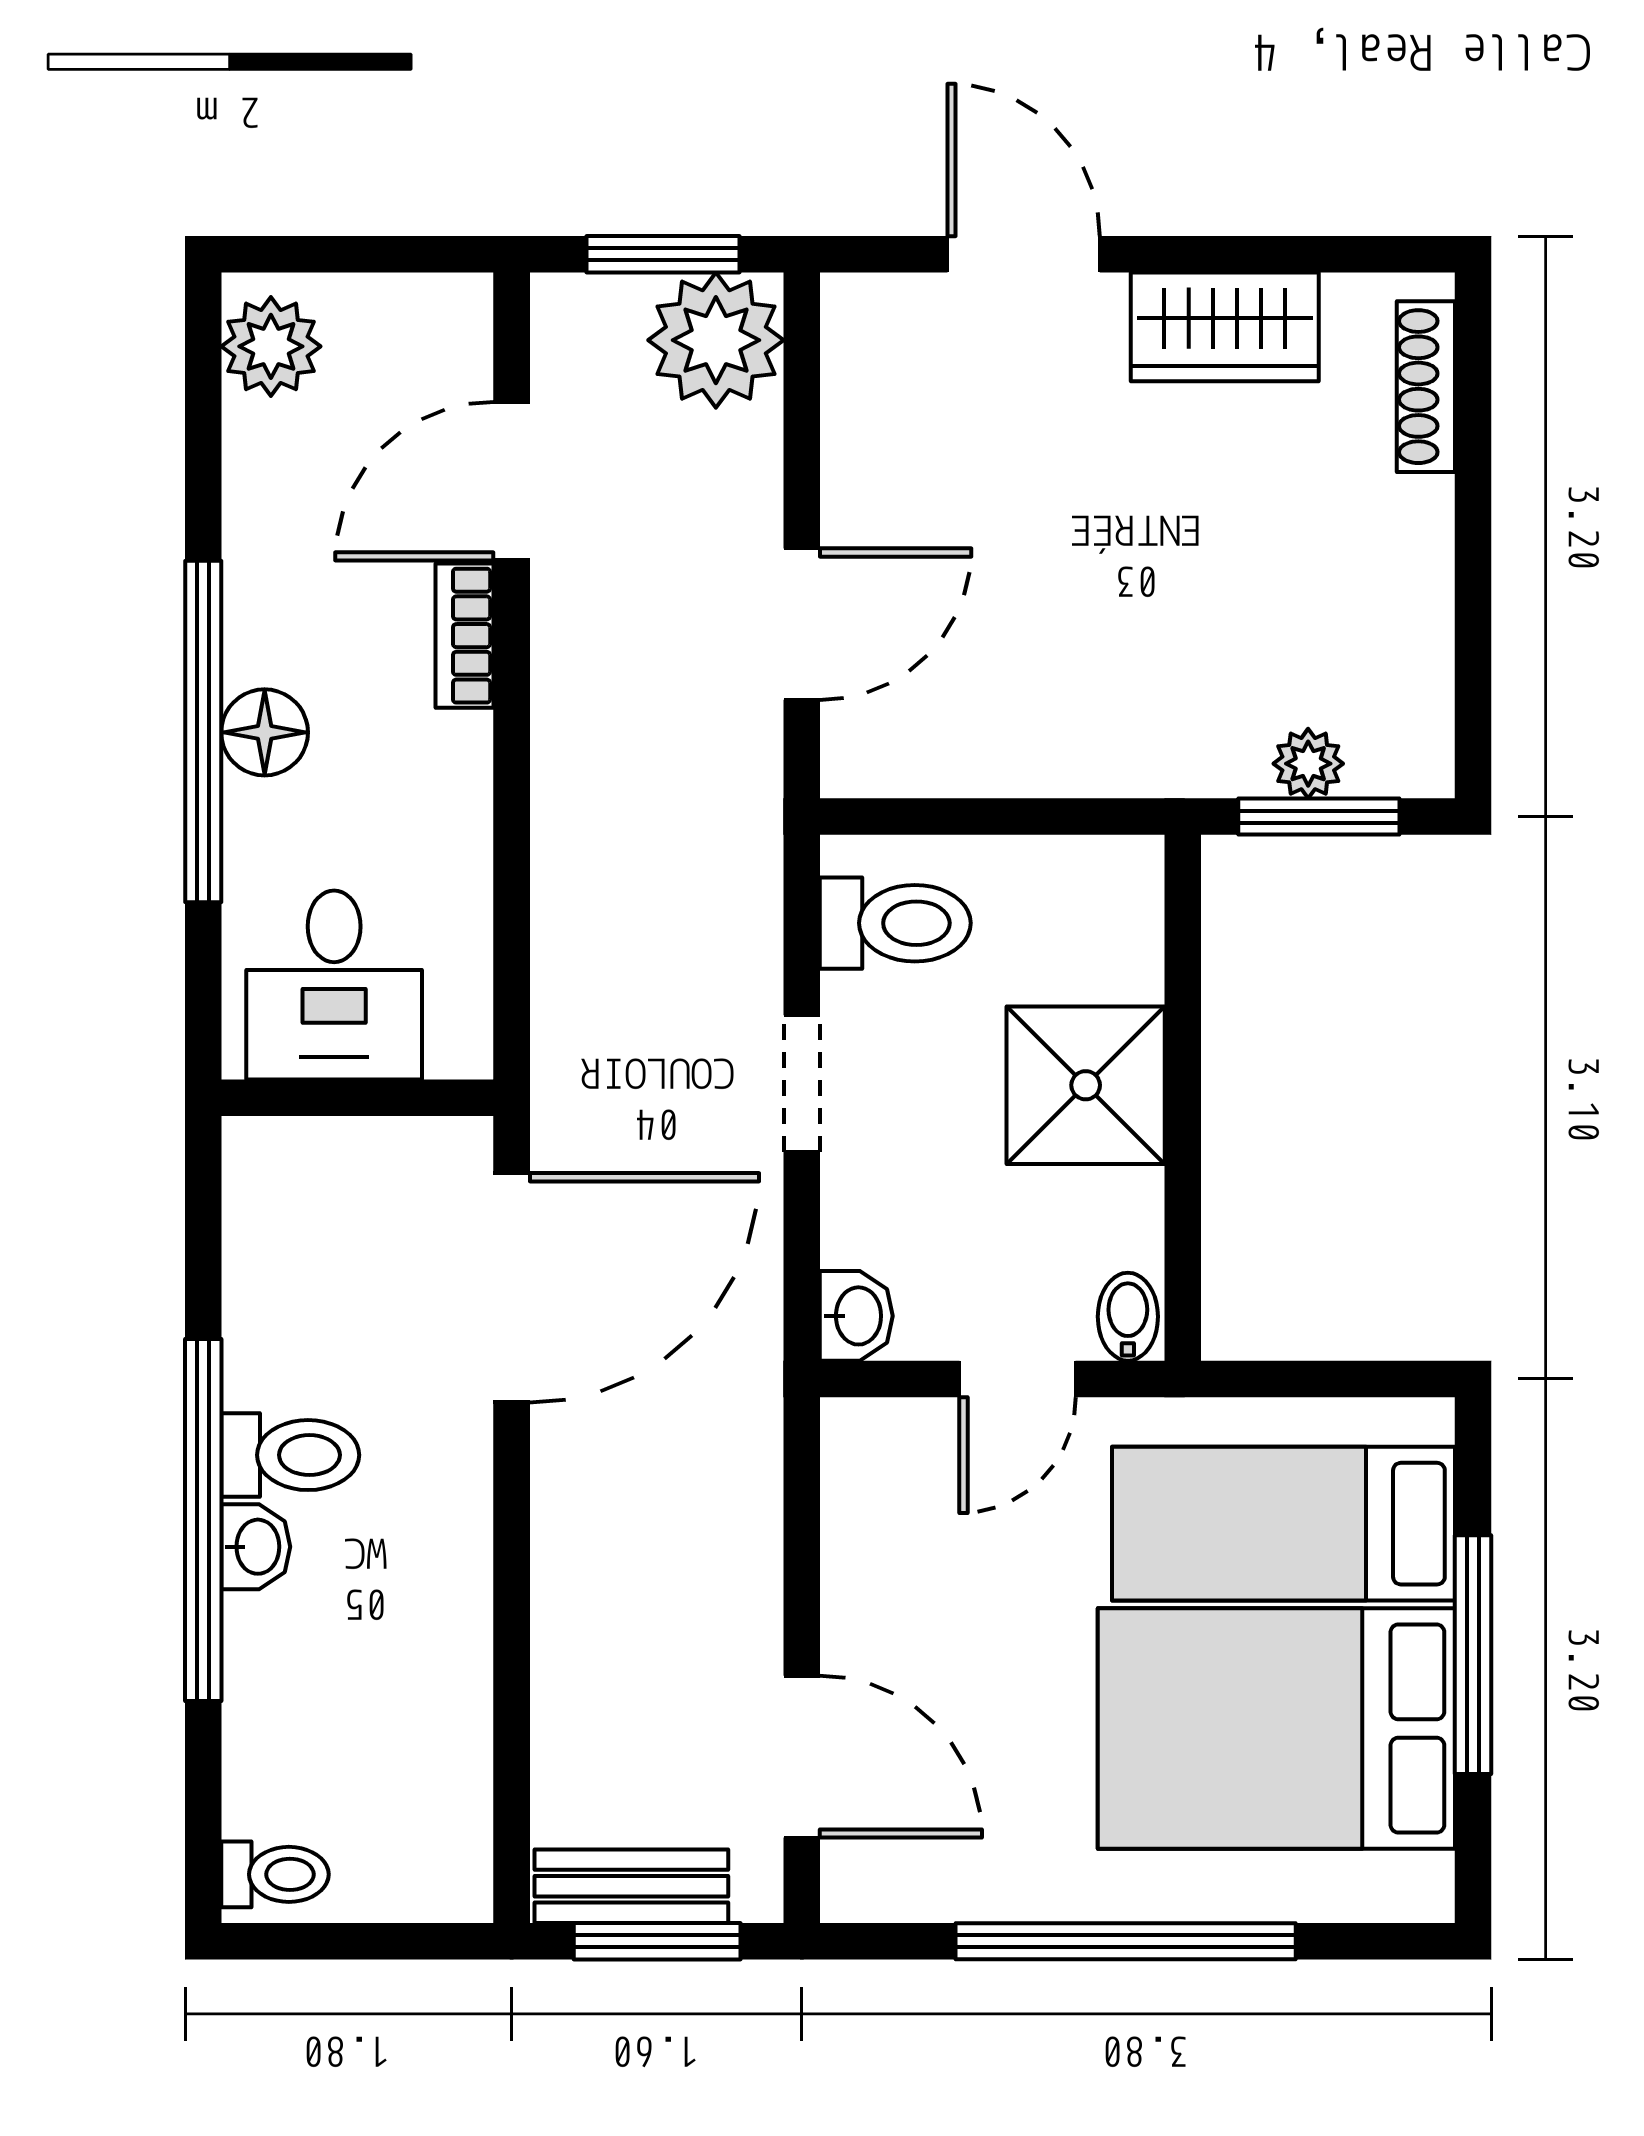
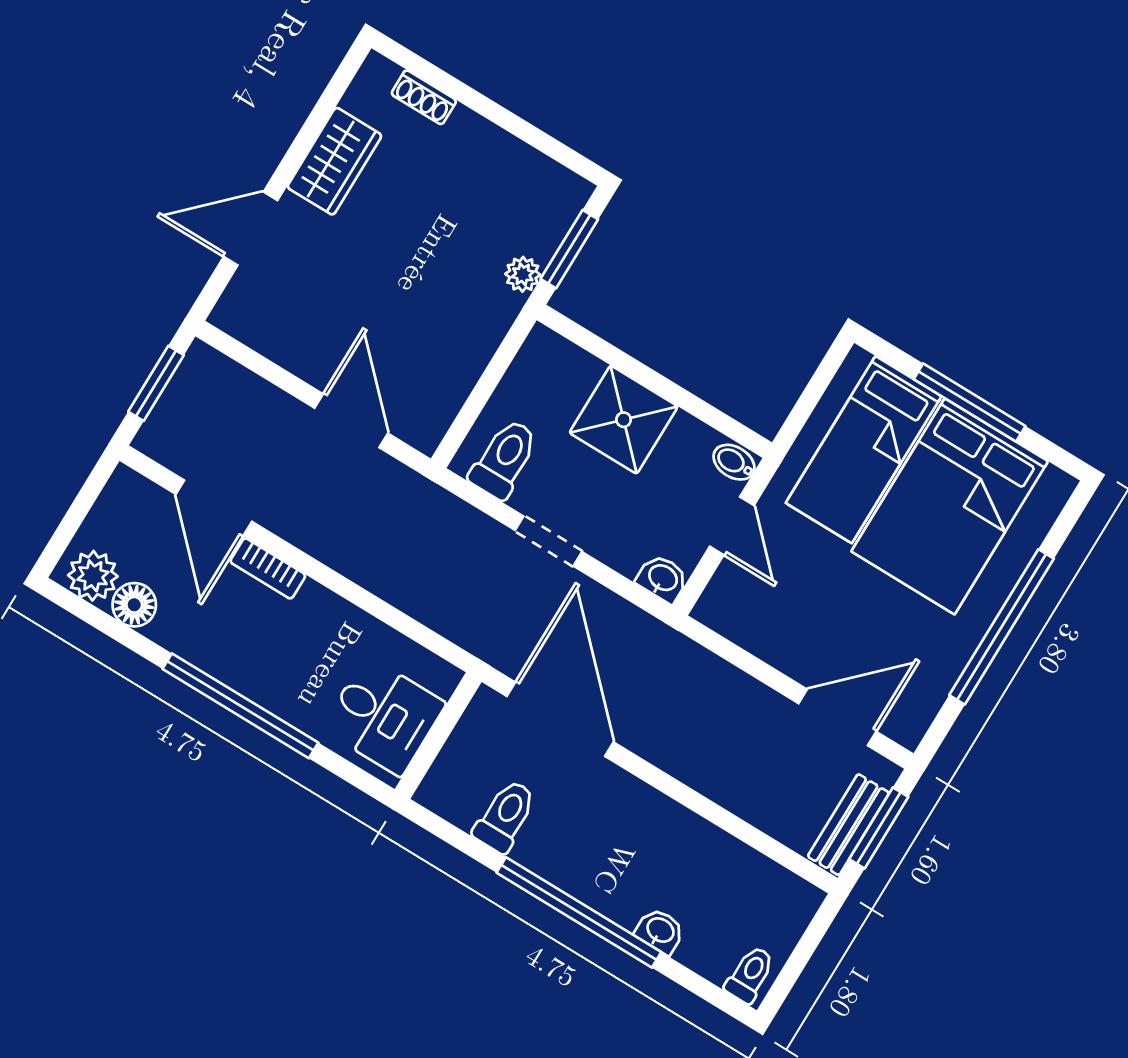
plant: (716, 340) -> (207, 383), removed
shoe rack: (1426, 387) -> (424, 97), width x0.70
floor lamp: (265, 732) -> (134, 605), moved
plant: (1308, 764) -> (523, 274), moved
toilet: (290, 1455) -> (505, 816), moved
washbasin: (256, 1547) -> (660, 931), moved

